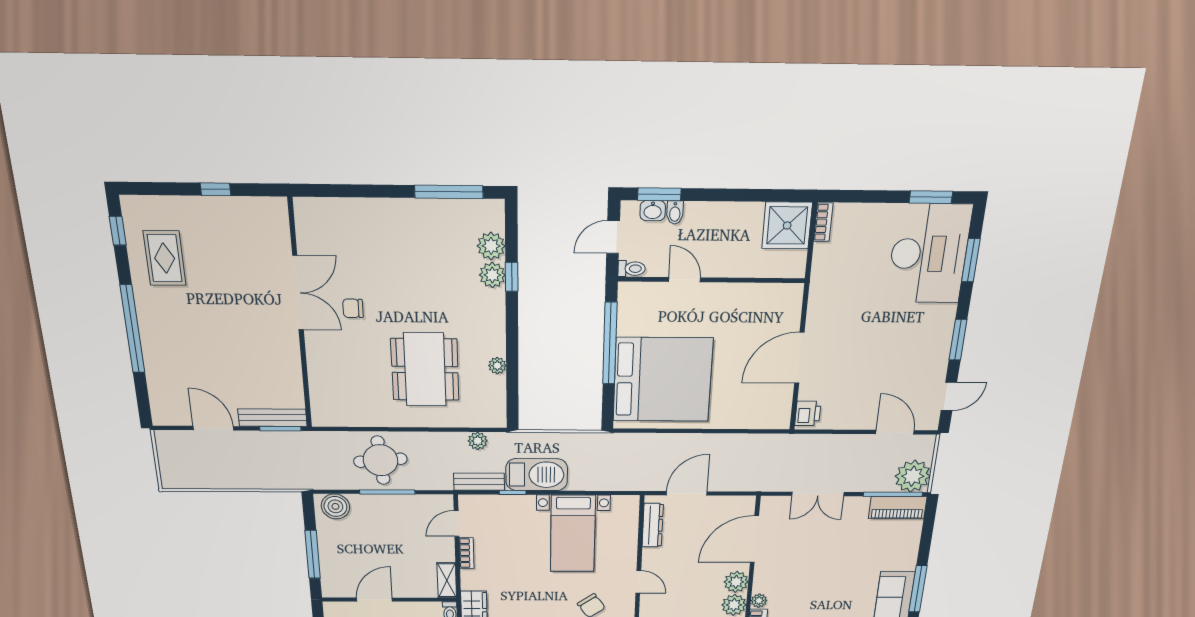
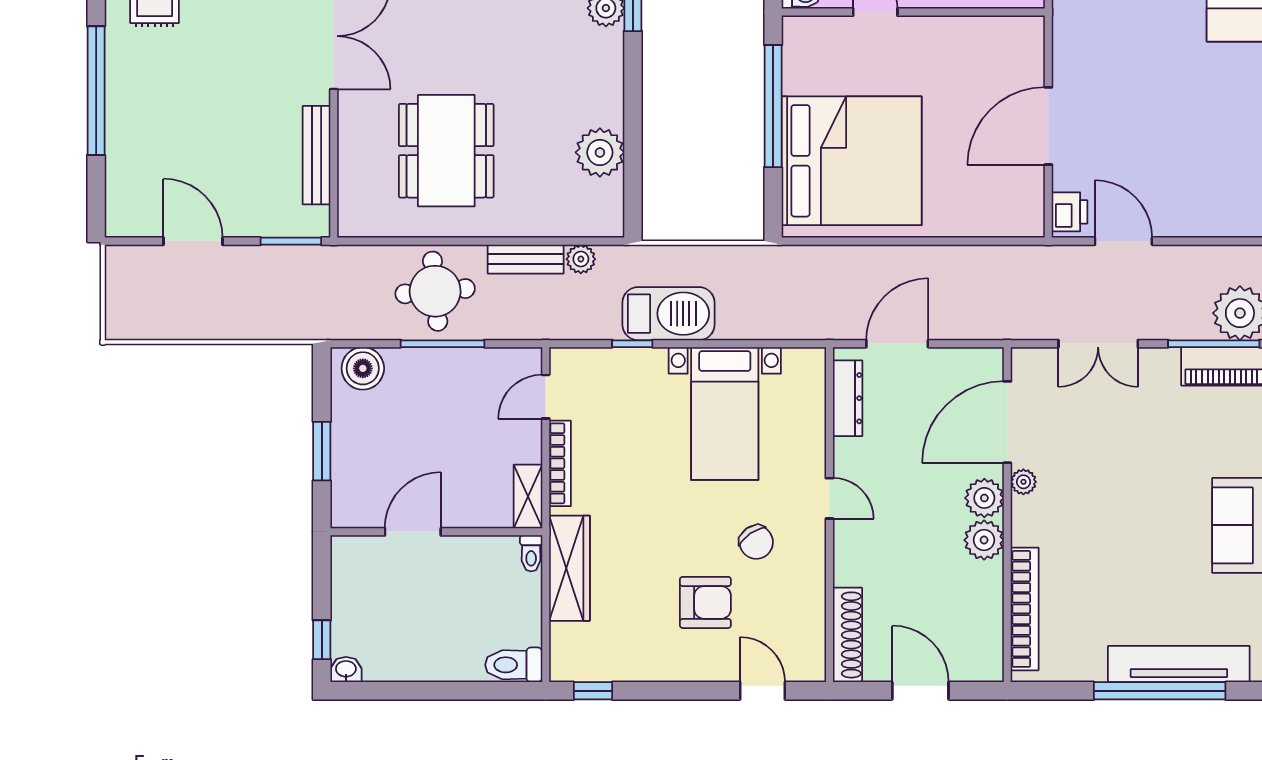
chair: (353, 308) -> (409, 58), removed
plant: (497, 366) -> (600, 152), width x1.88, depth x1.88
dining table: (425, 370) -> (446, 151), moved
bench: (273, 418) -> (316, 155), moved, turned 90
door: (895, 432) -> (1123, 241), moved
bench: (479, 482) -> (526, 259), moved
bookcase: (467, 553) -> (560, 463), width x1.56
window: (313, 554) -> (322, 451), width x0.69
plant: (759, 601) -> (1023, 482), moved

